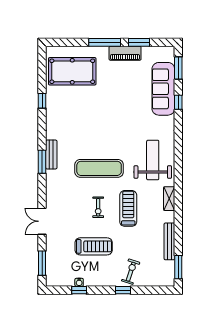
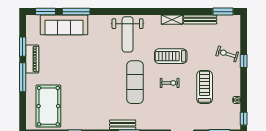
window: (178, 102) -> (76, 12), width x2.17
weight bench: (153, 160) -> (128, 34), turned -90
shelving: (169, 199) -> (172, 20), moved
window: (79, 290) -> (244, 119), moved

